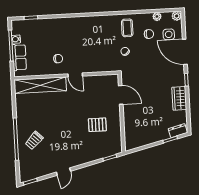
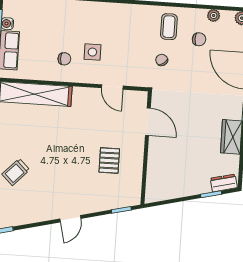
side table: (169, 34) -> (92, 52), moved
door: (75, 75) -> (112, 87), moved
pallet: (97, 125) -> (109, 161), turned 90
door: (63, 172) -> (70, 219), moved

